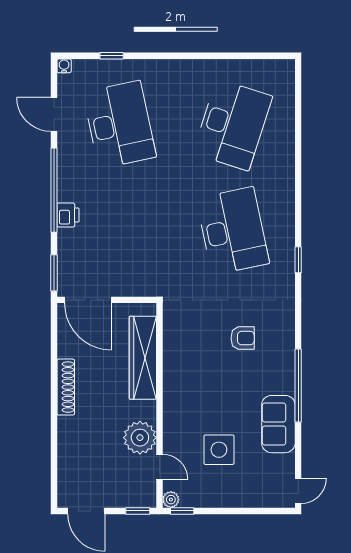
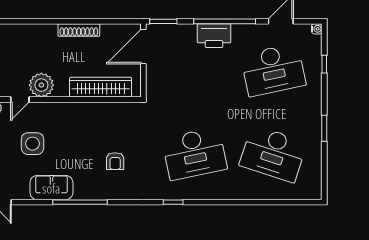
window: (198, 56) -> (324, 128), added
printer: (68, 215) -> (214, 36), width x1.87, depth x1.48

